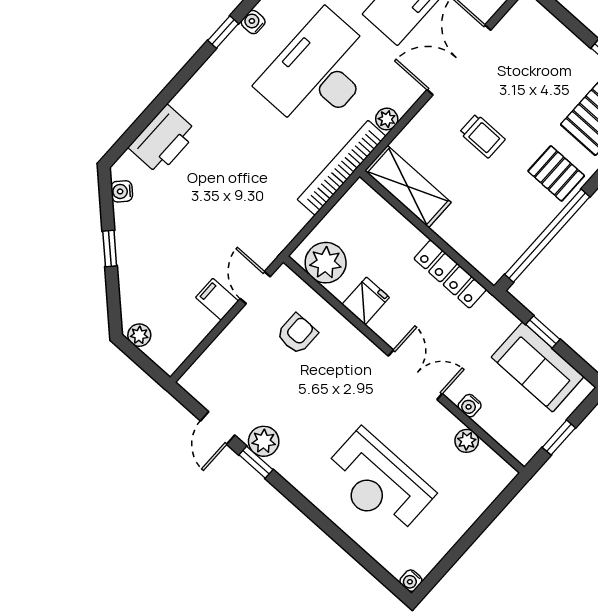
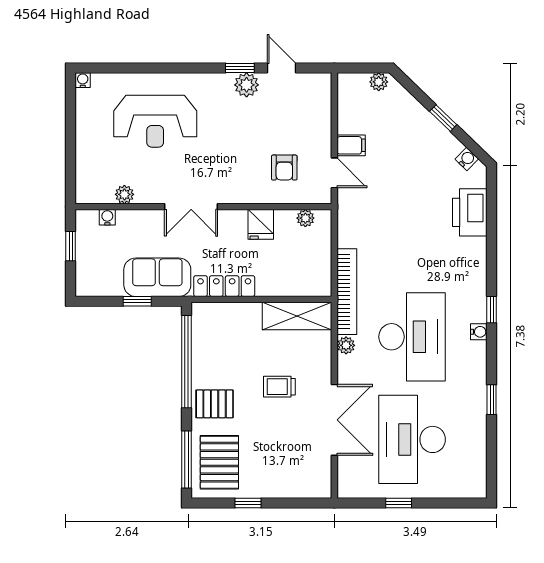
plant: (326, 263) -> (305, 218), width x0.53, depth x0.53
sofa: (538, 367) -> (157, 277), moved
water cooler: (470, 406) -> (107, 217), moved
reception desk: (378, 483) -> (155, 121), turned 180

